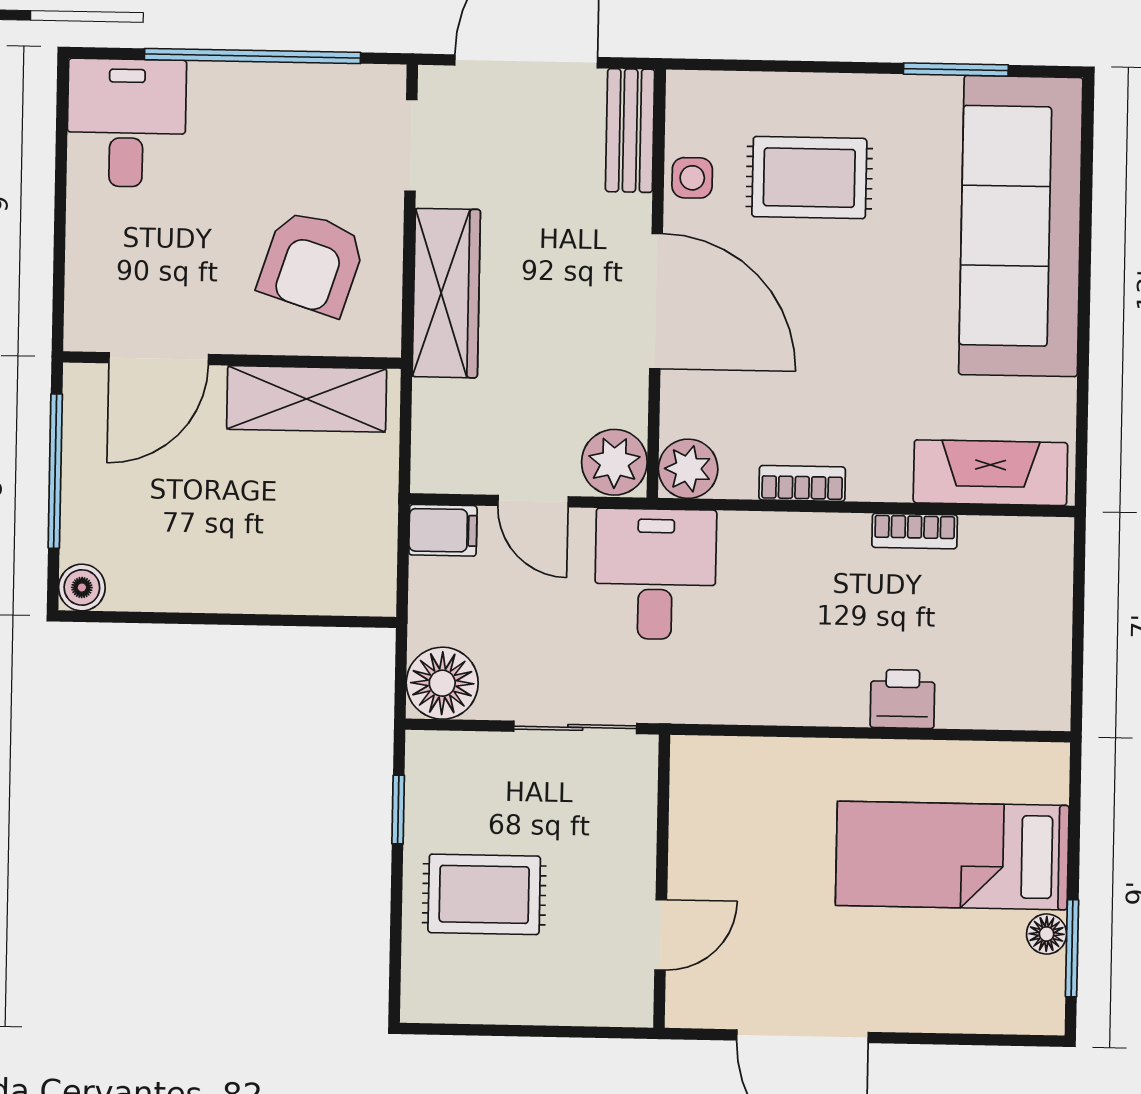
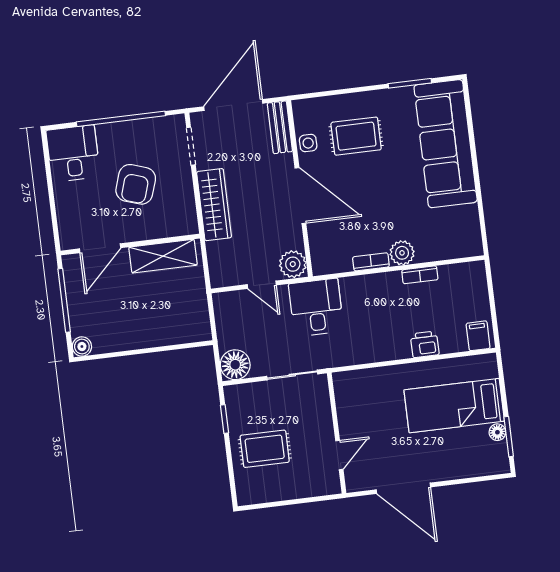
armchair: (312, 263) -> (136, 184), moved
plant: (688, 469) -> (402, 253), moved
fireplace: (990, 473) -> (448, 246), removed
filing cabinet: (443, 530) -> (478, 336), moved, turned -90

